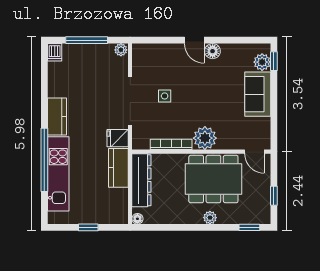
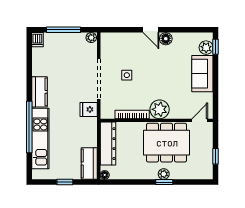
door: (254, 152) -> (200, 120), swing flipped
kitchen counter: (118, 168) -> (89, 164), moved
window: (249, 227) -> (164, 182), moved

